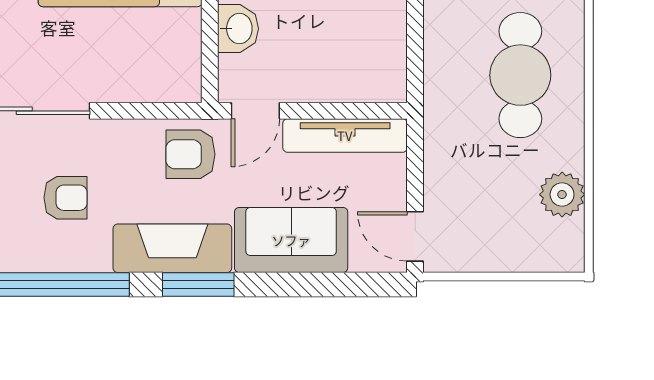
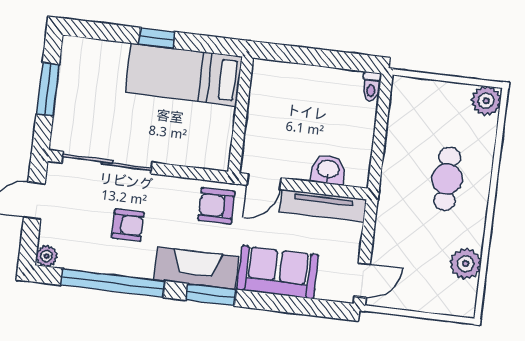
washbasin: (238, 29) -> (328, 170), moved, turned -90
cafe table: (520, 75) -> (447, 179), width x0.73, depth x0.74
door: (415, 236) -> (362, 280), swing flipped

